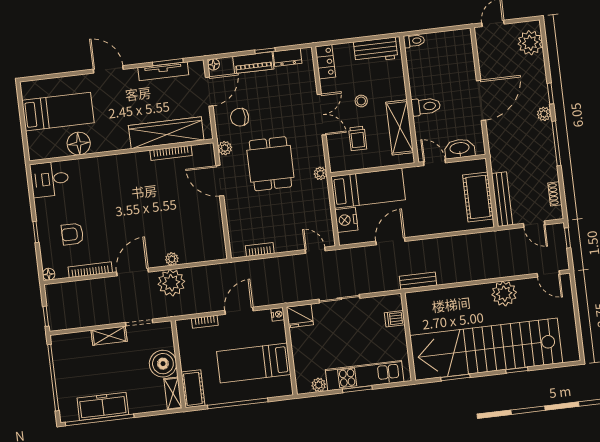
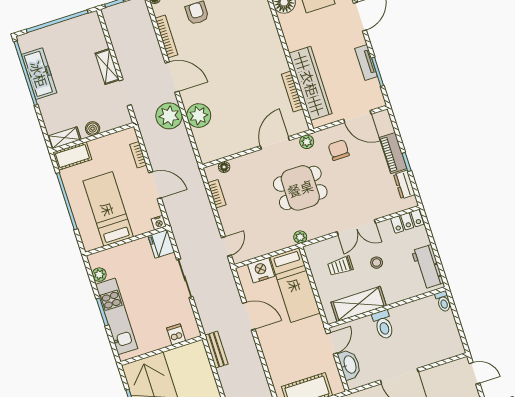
floor lamp: (214, 64) -> (224, 167), moved
tv unit: (163, 71) -> (366, 63), width x0.71
plant: (172, 259) -> (199, 116), width x1.87, depth x1.87
boiler: (163, 364) -> (93, 129), width x0.54, depth x0.54

